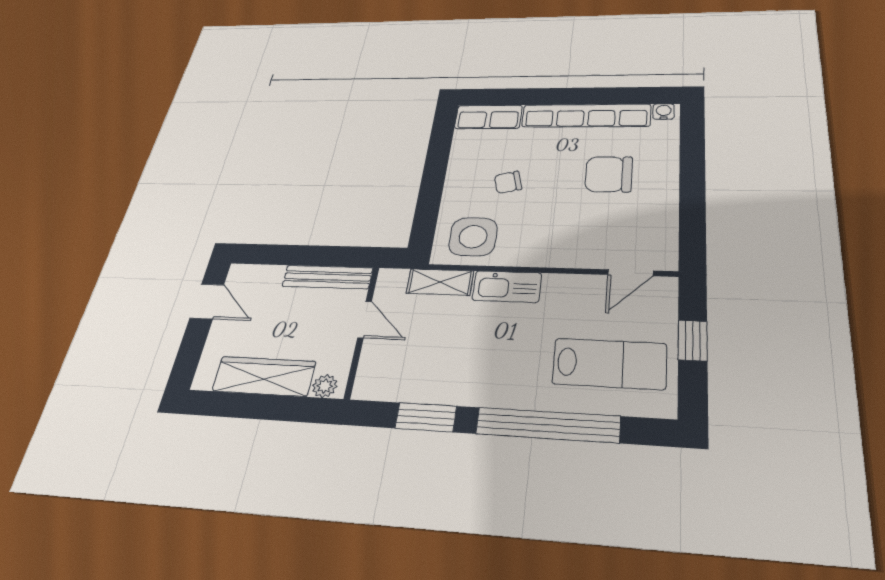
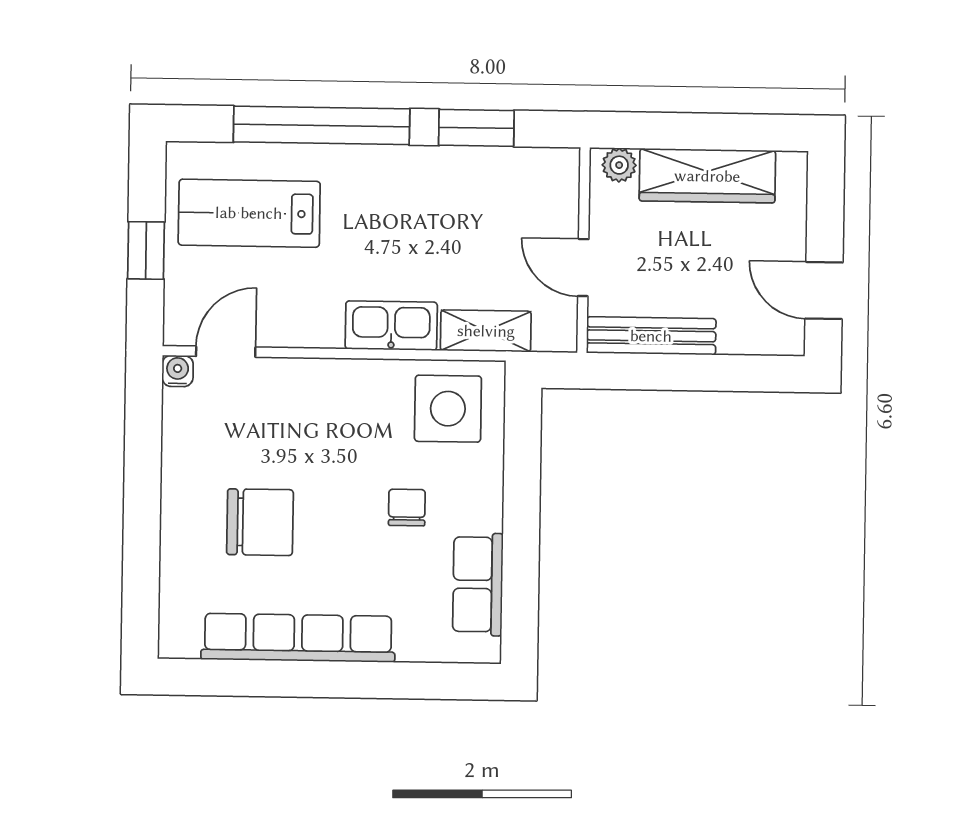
water cooler: (664, 112) -> (178, 371), moved, turned 180
row of seats: (488, 117) -> (478, 584), moved, turned -90
chair: (508, 182) -> (407, 508), turned -76

